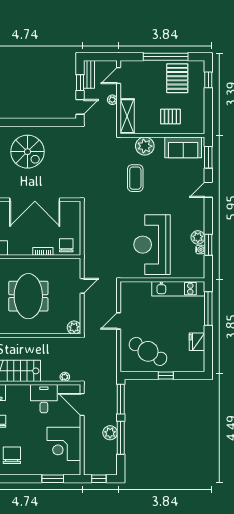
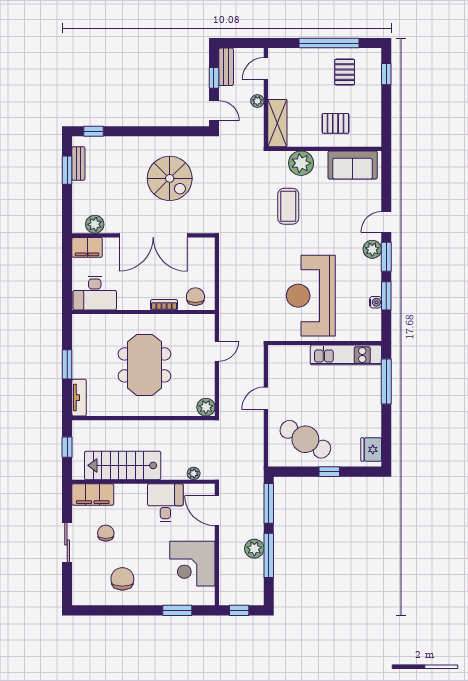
pallet: (177, 78) -> (345, 72), width x0.67, depth x0.71
door: (80, 107) -> (214, 111), hinge flipped
spiral stairs: (27, 152) -> (170, 178), moved
window: (208, 157) -> (386, 257), moved
plant: (198, 237) -> (372, 249), moved
fridge: (197, 342) -> (371, 449), moved

